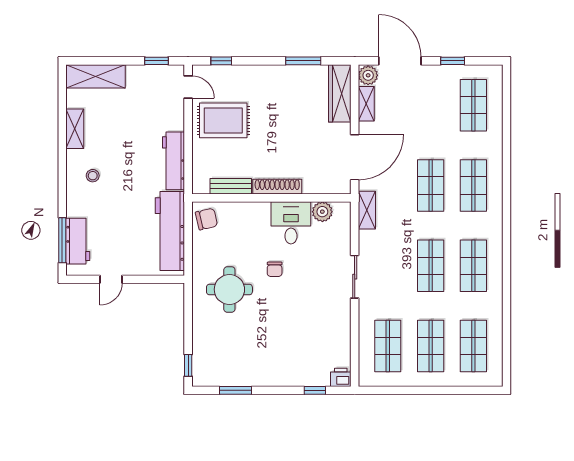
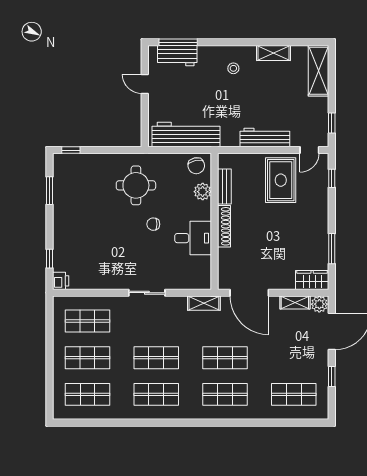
wardrobe: (340, 93) -> (312, 280), width x0.67
workbench: (174, 161) -> (265, 138), moved
plant: (322, 212) -> (203, 192), moved

